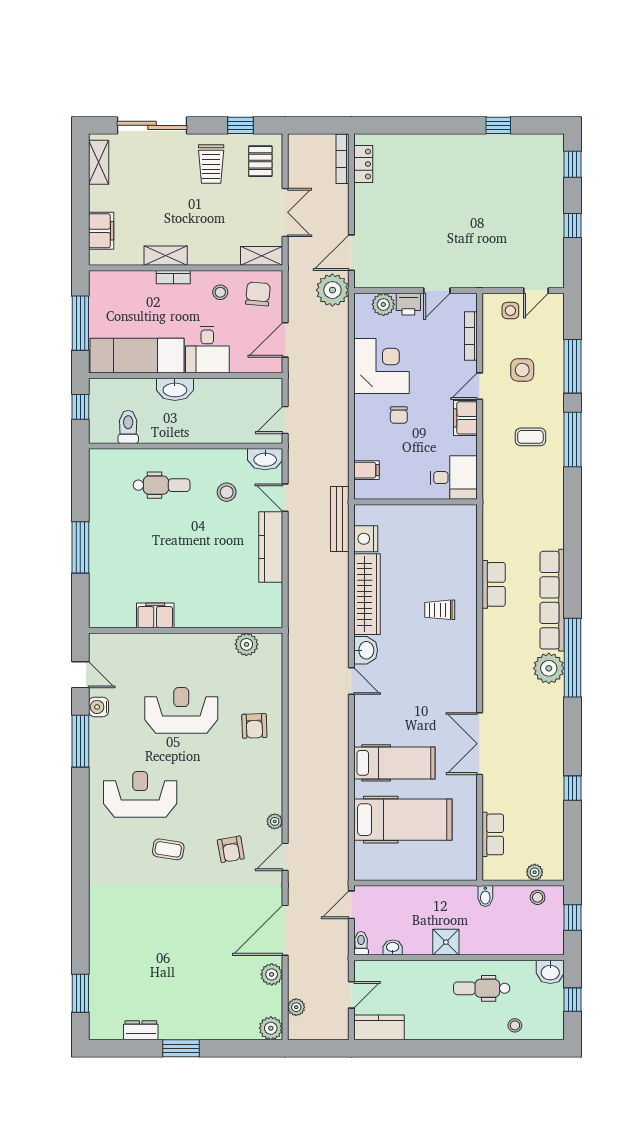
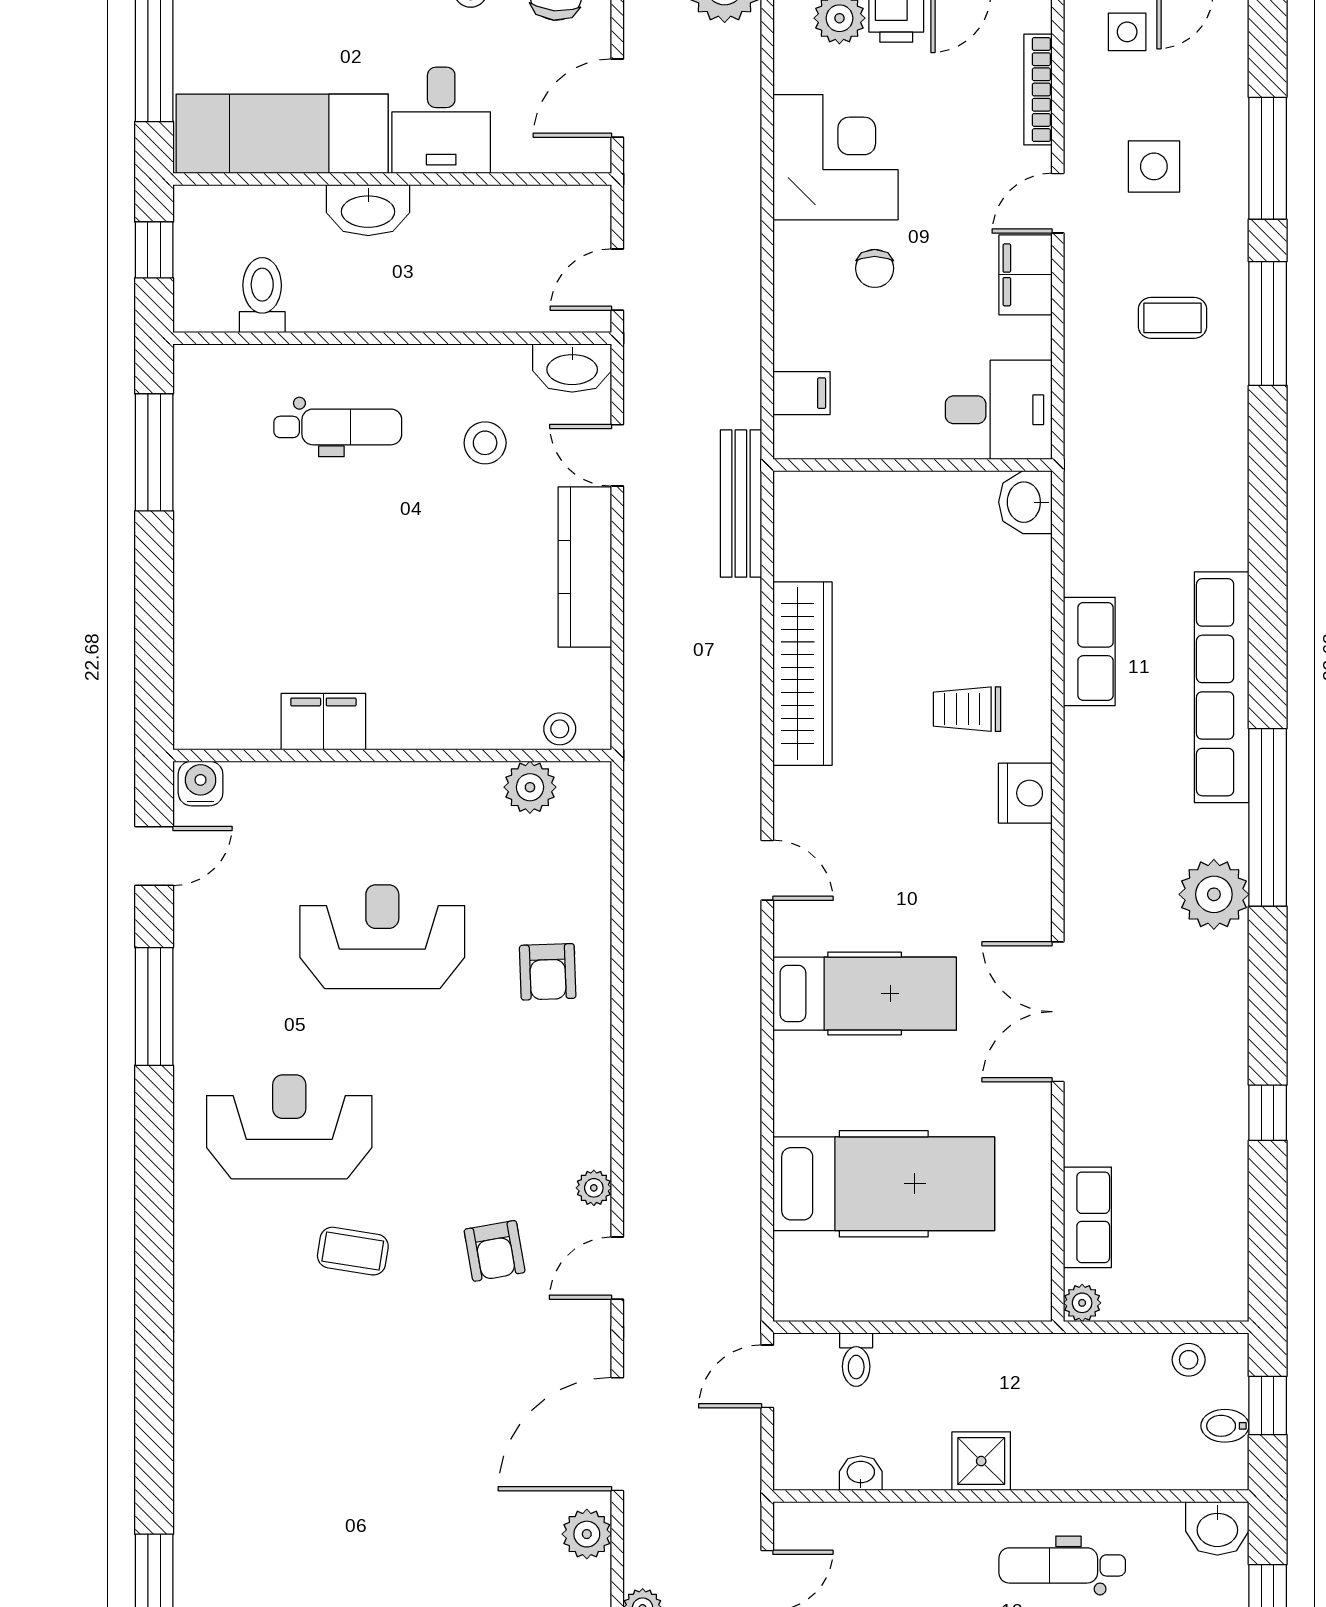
nightstand: (366, 539) -> (1025, 793), moved, turned 180
window: (80, 547) -> (154, 452), moved
stool: (260, 619) -> (560, 729), added
washbasin: (366, 650) -> (1025, 502), moved, turned 180
plant: (549, 668) -> (1214, 894), moved
door: (80, 675) -> (154, 856), hinge flipped
water cooler: (99, 707) -> (201, 783), moved, turned 90
hospital bed: (394, 763) -> (865, 994), moved
plant: (535, 872) -> (1082, 1303), moved
bidet: (485, 896) -> (1225, 1426), moved, turned 90
toilet: (361, 943) -> (856, 1360), moved, turned 180

